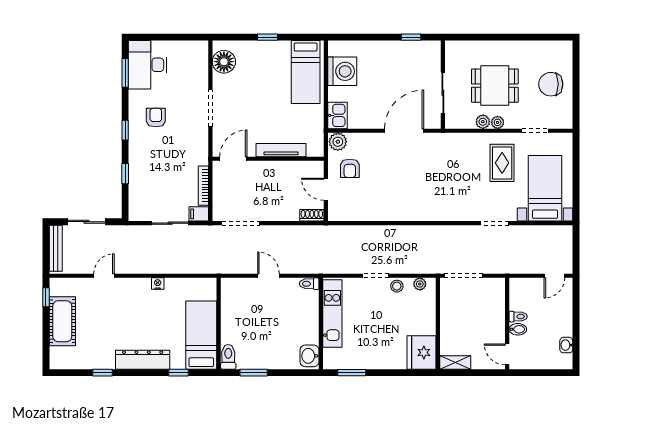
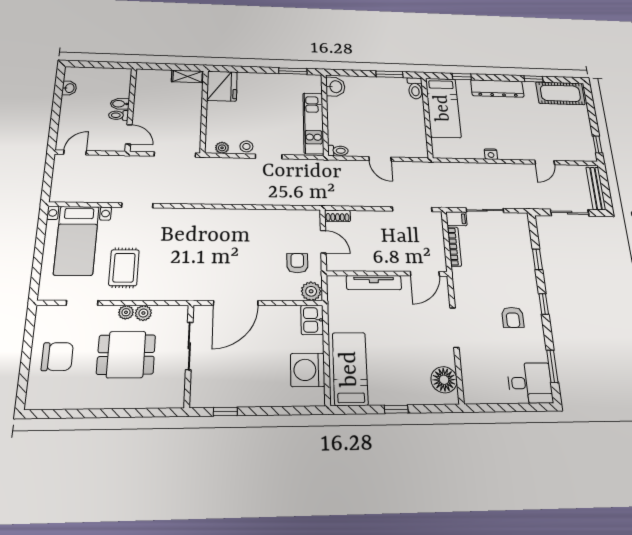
desk: (147, 65) -> (530, 383), width x0.73
cot: (62, 321) -> (560, 93), moved, turned 90
door: (507, 354) -> (129, 134), moved

